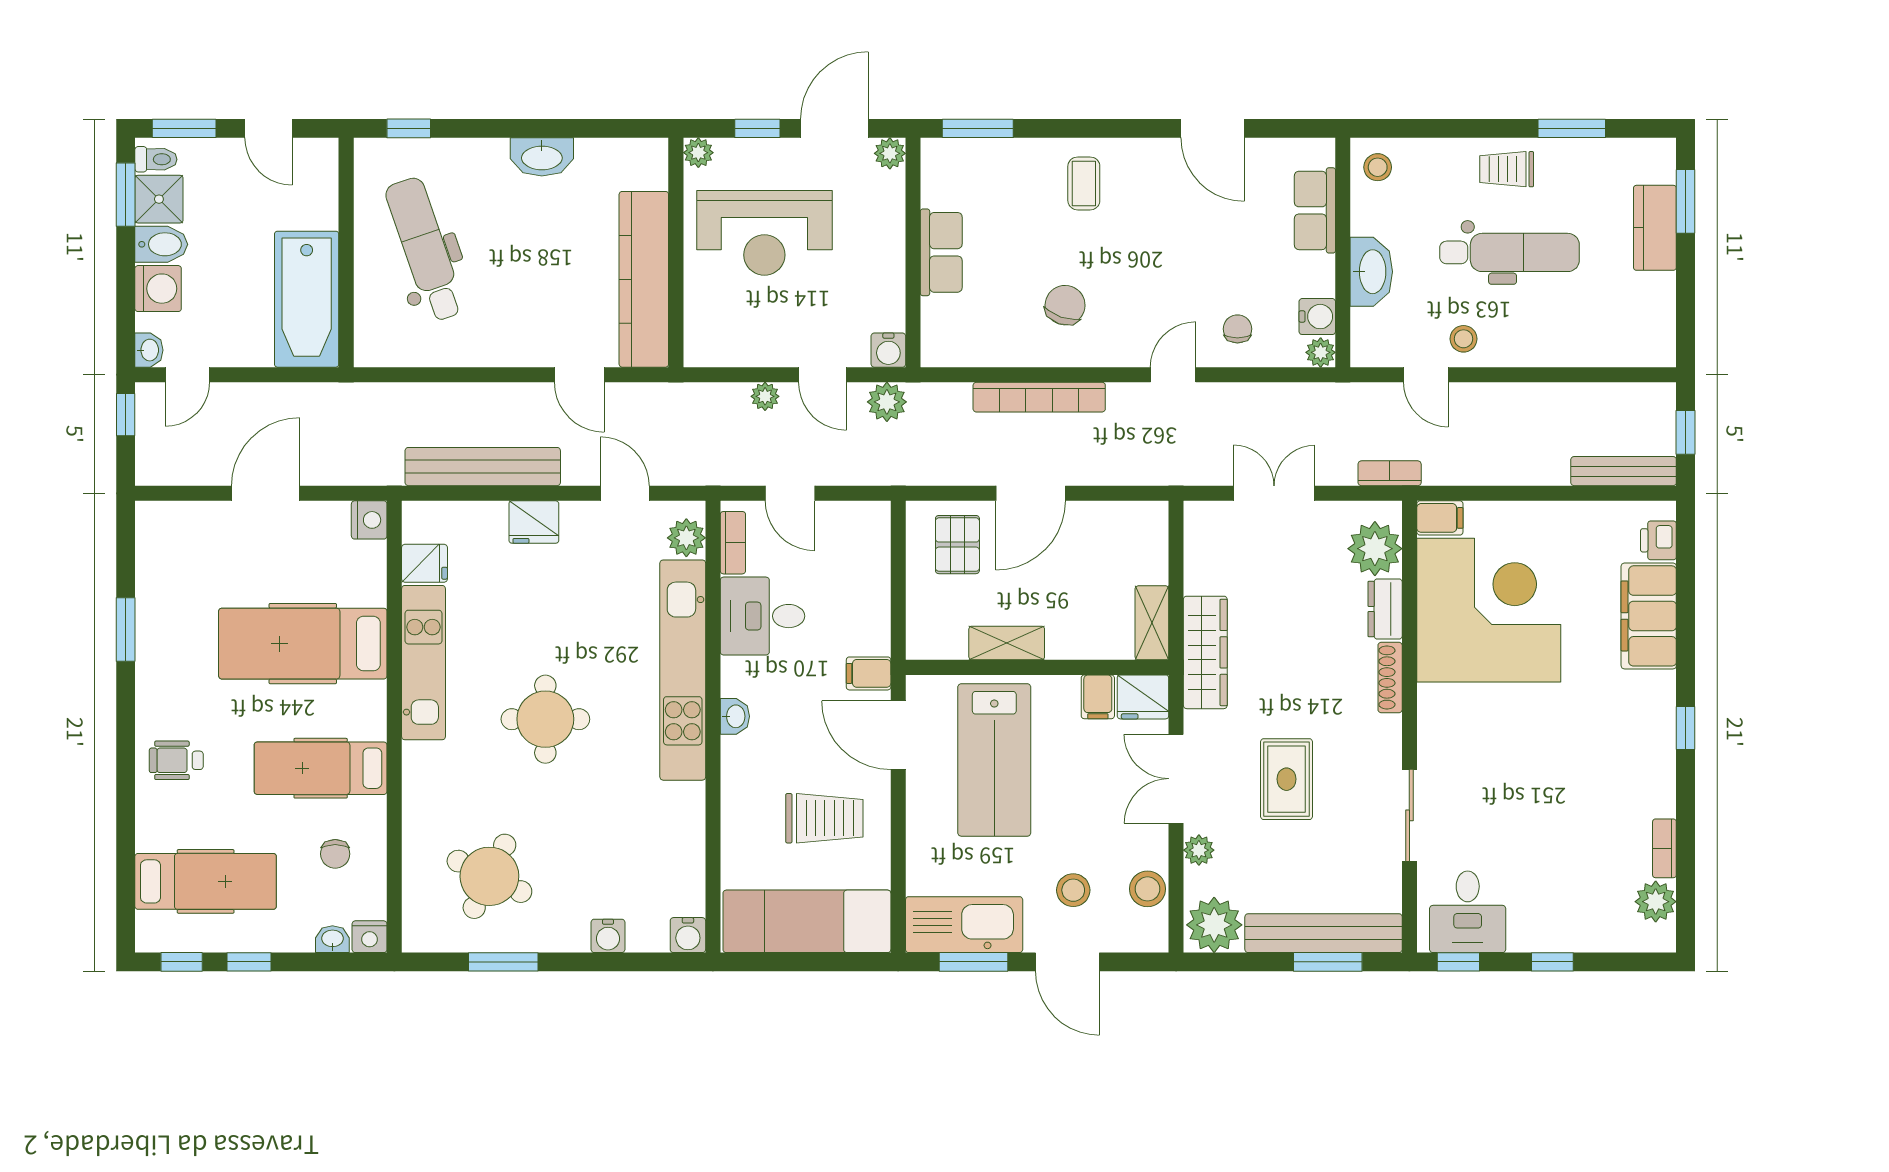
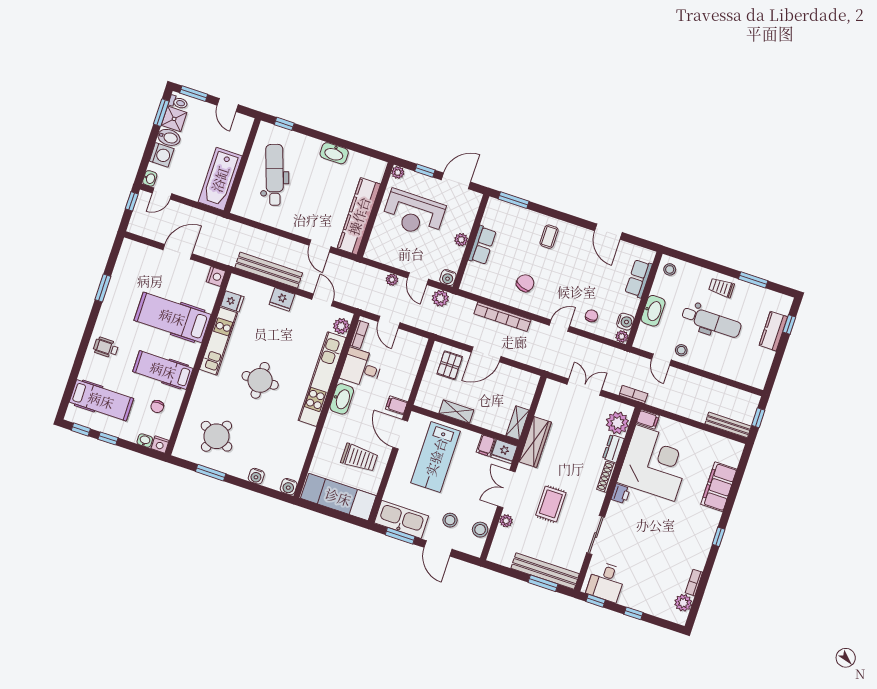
plant: (890, 153) -> (461, 240), moved
window: (1686, 201) -> (789, 325), width x0.67
printer: (1658, 540) -> (621, 494), moved, turned 180
washbasin: (735, 716) -> (342, 399), width x1.91, depth x1.45
plant: (1214, 925) -> (502, 553), removed

